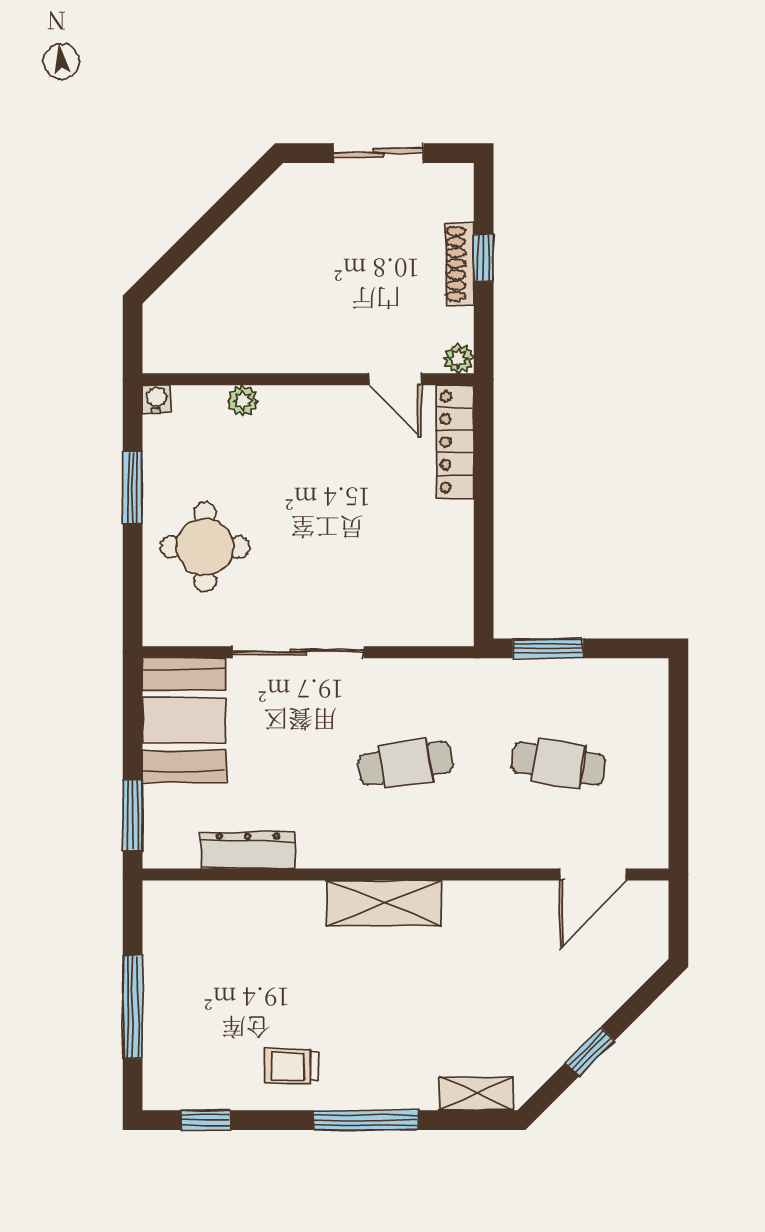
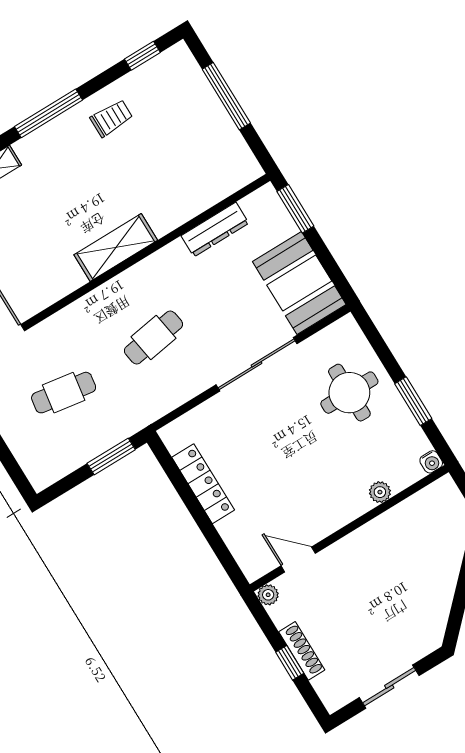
locker: (455, 442) -> (203, 484), moved

